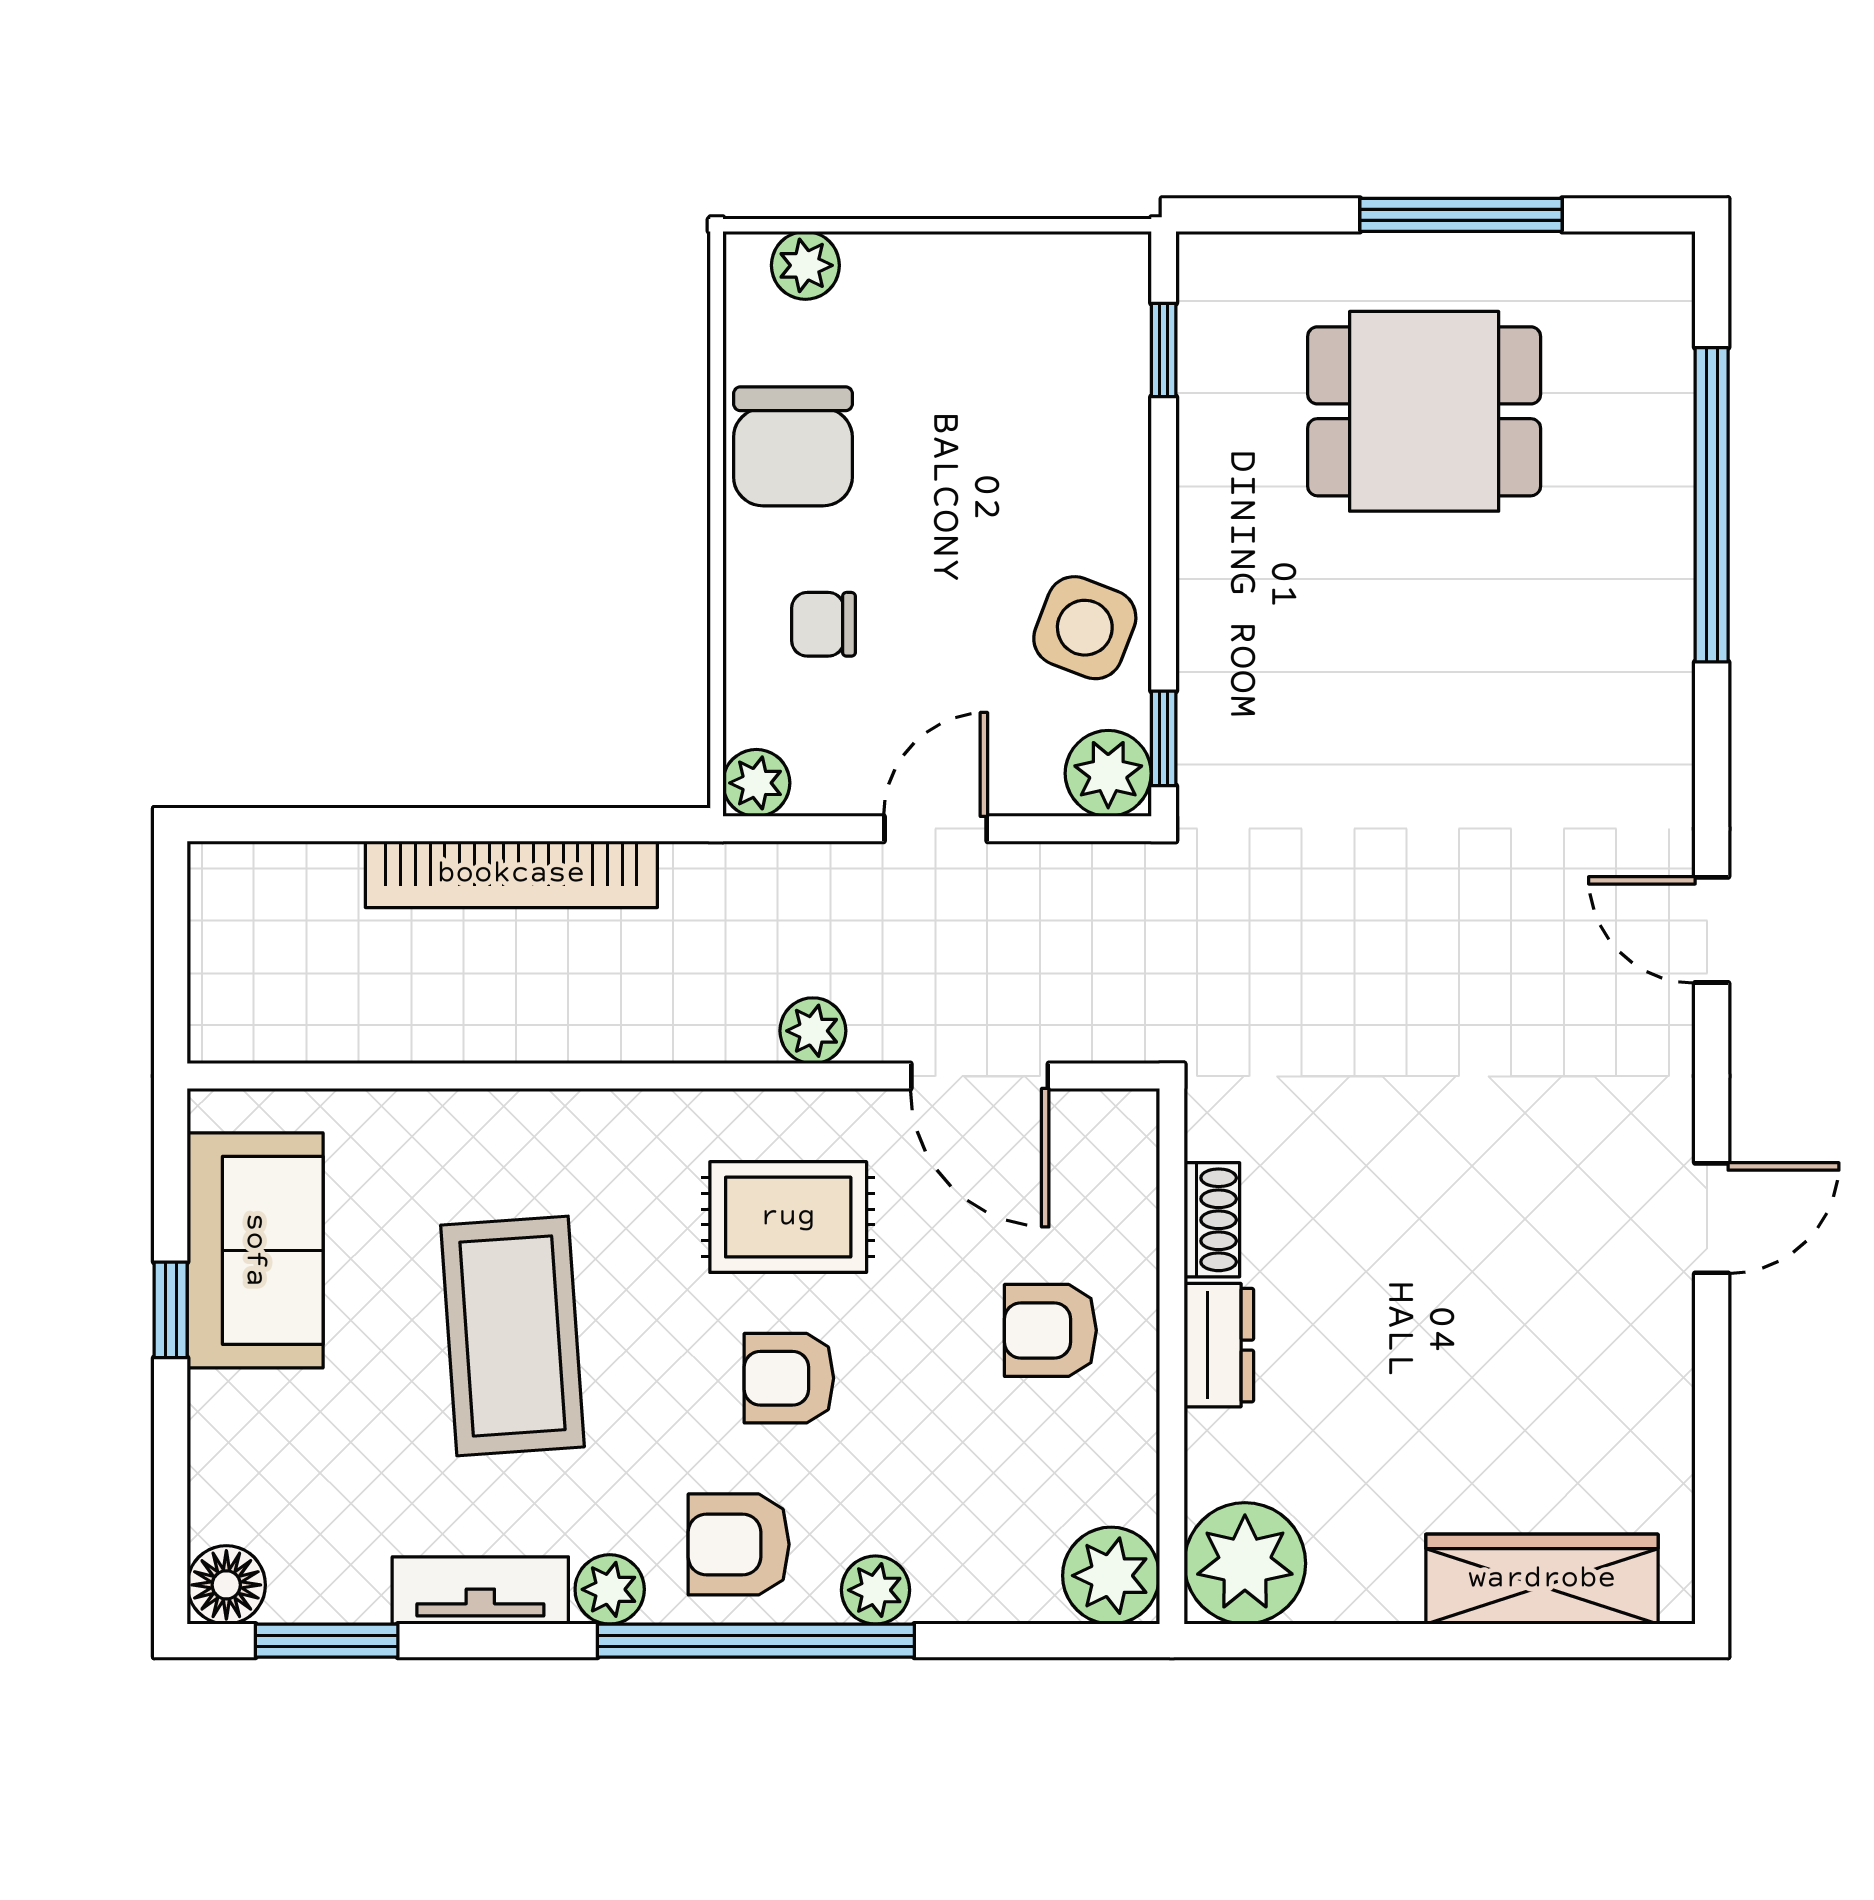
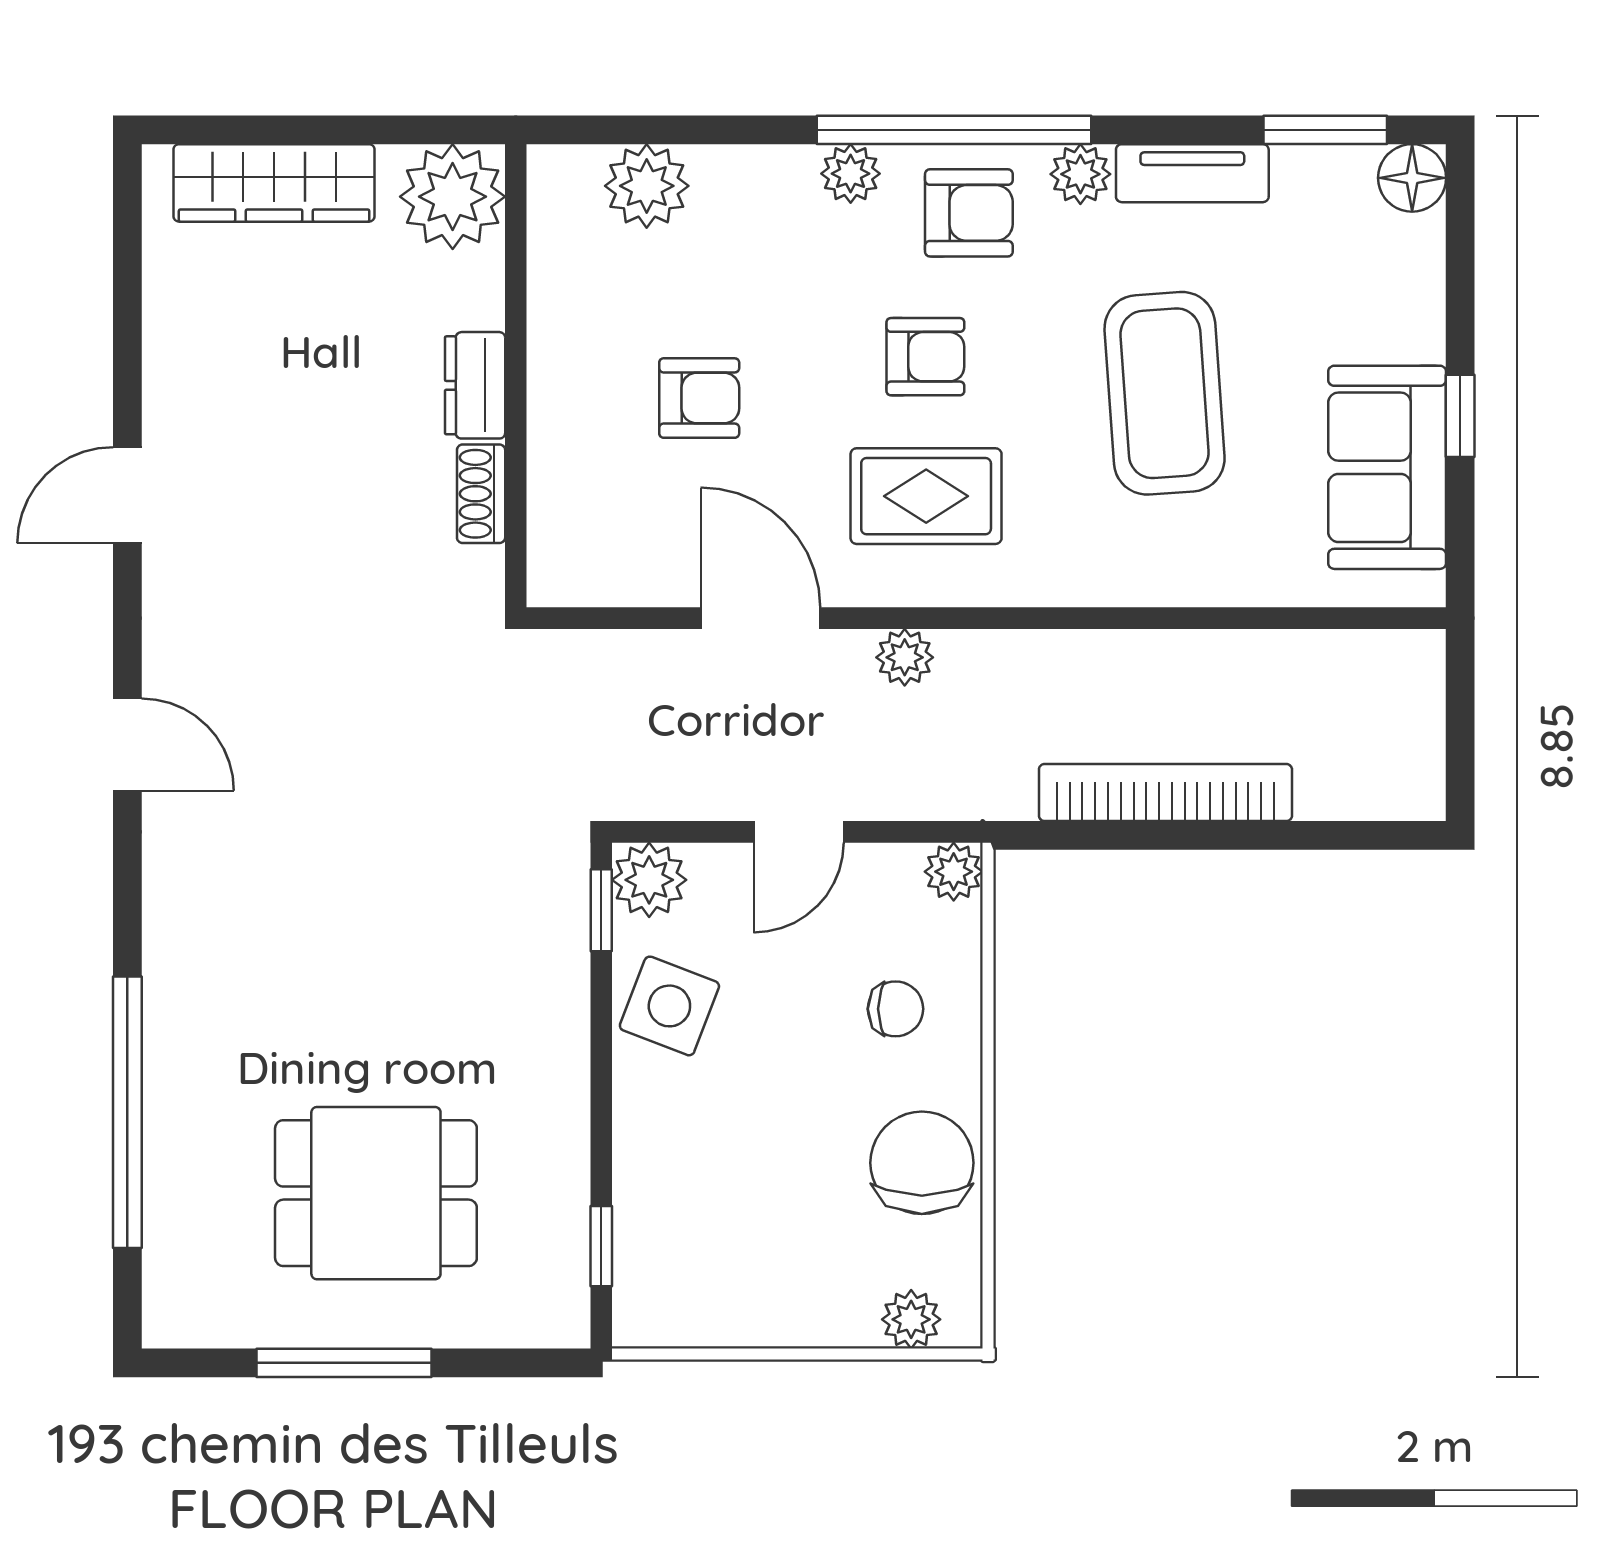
shoe rack: (1212, 1220) -> (481, 494), moved
dresser: (1219, 1345) -> (475, 385), moved
wall: (1172, 1356) -> (516, 376), moved
plant: (1245, 1563) -> (453, 197), moved

